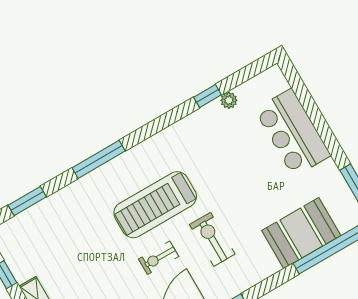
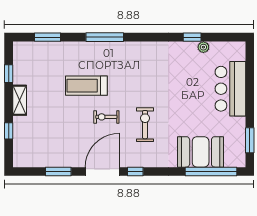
treadmill: (155, 205) -> (86, 86), moved, width x0.73, depth x0.73

